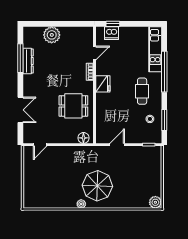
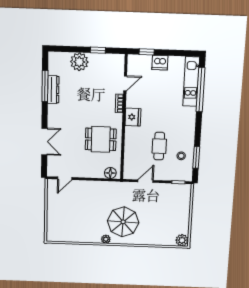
window: (68, 24) -> (98, 50), added
dishwasher: (112, 33) -> (160, 63), moved
window: (164, 72) -> (201, 90), moved
cafe table: (142, 91) -> (159, 146), moved

